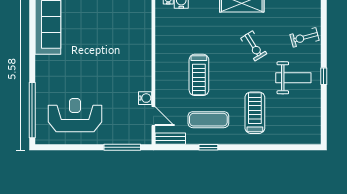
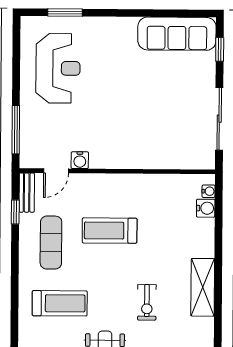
exercise bike: (254, 46) -> (147, 302), turned -58
window: (32, 110) -> (65, 12), width x0.47
window: (208, 147) -> (15, 212), moved

